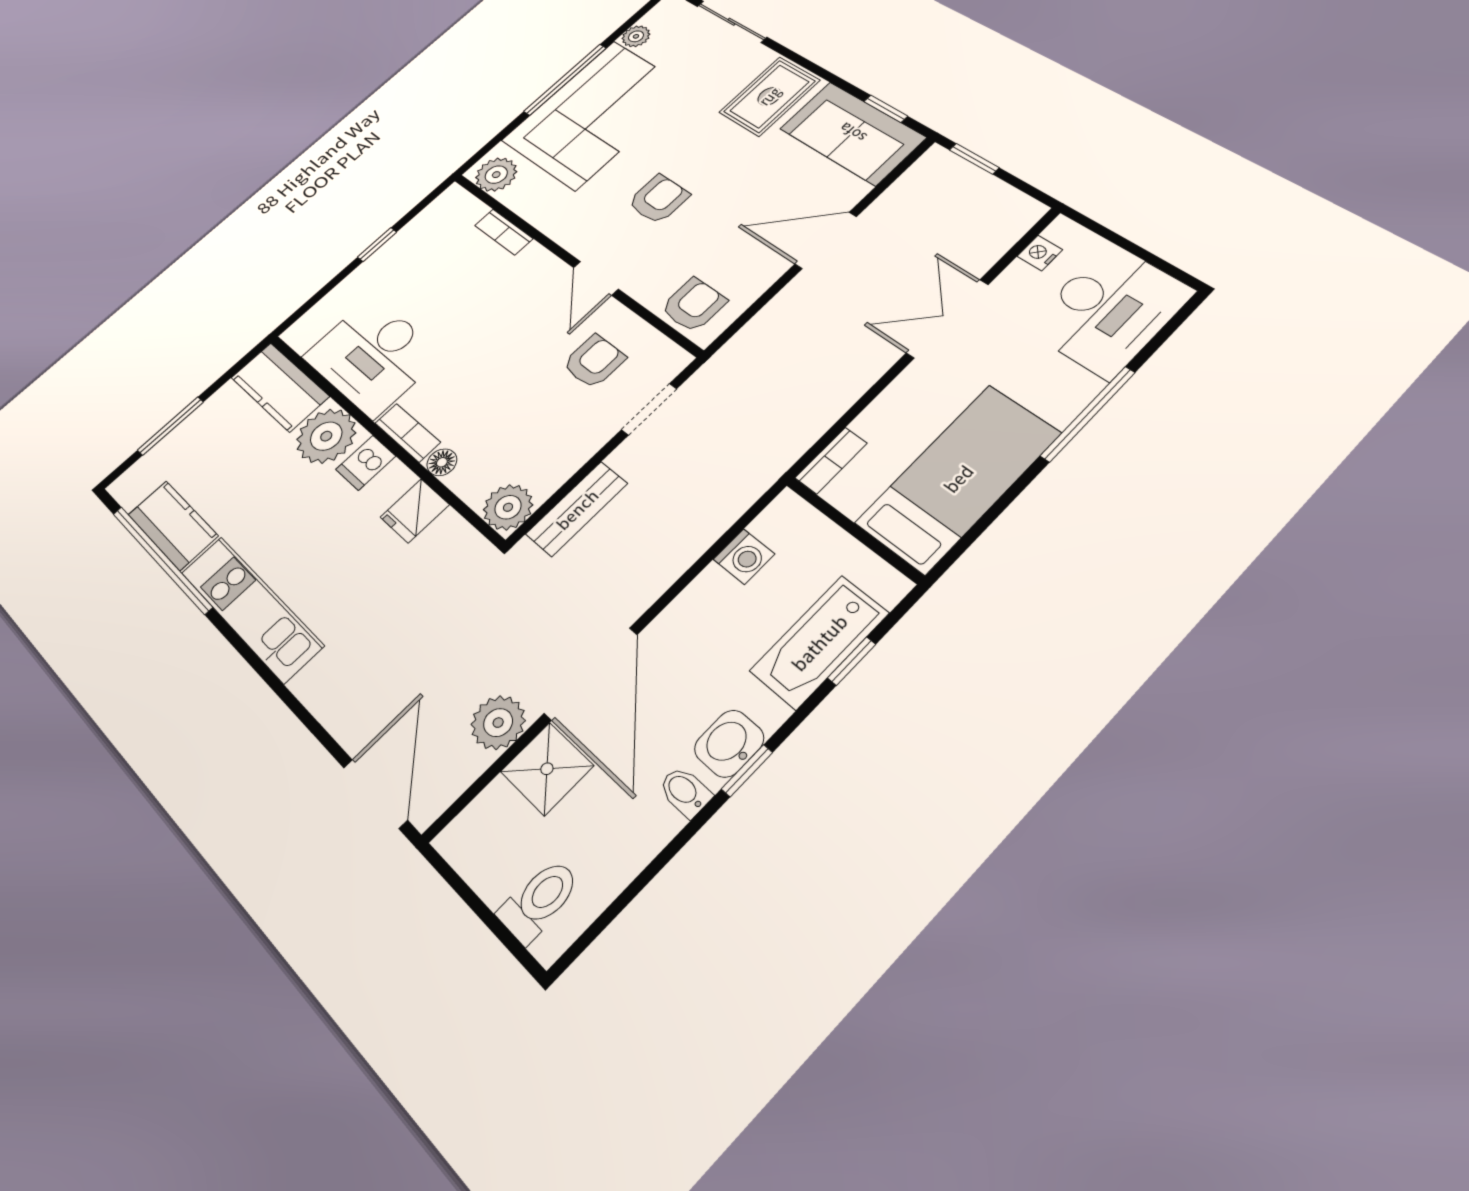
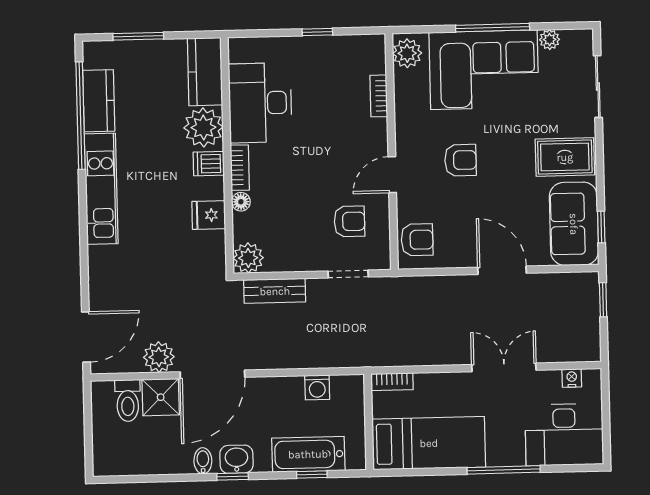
toilet: (539, 900) -> (128, 401), moved, turned 90

